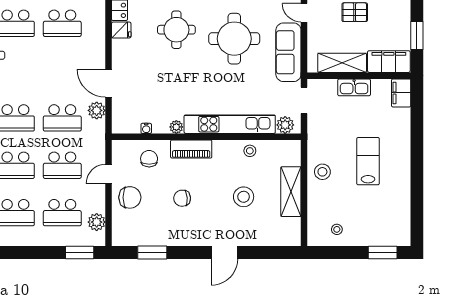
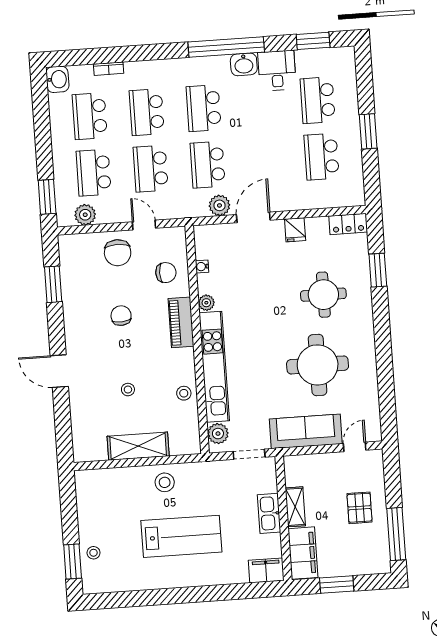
fridge: (121, 30) -> (295, 230), moved
shelving: (342, 63) -> (295, 507), width x0.67, depth x0.75
lab bench: (368, 161) -> (181, 536), width x1.36, depth x1.39
stool: (244, 197) -> (128, 390), width x0.53, depth x0.53
stool: (337, 229) -> (93, 553), moved

